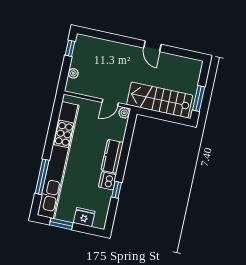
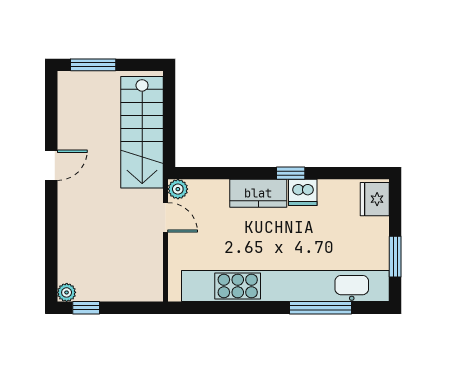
plant: (73, 73) -> (67, 292), moved
window: (199, 98) -> (93, 65), moved
window: (117, 190) -> (291, 173), moved
fridge: (84, 217) -> (375, 199), moved

